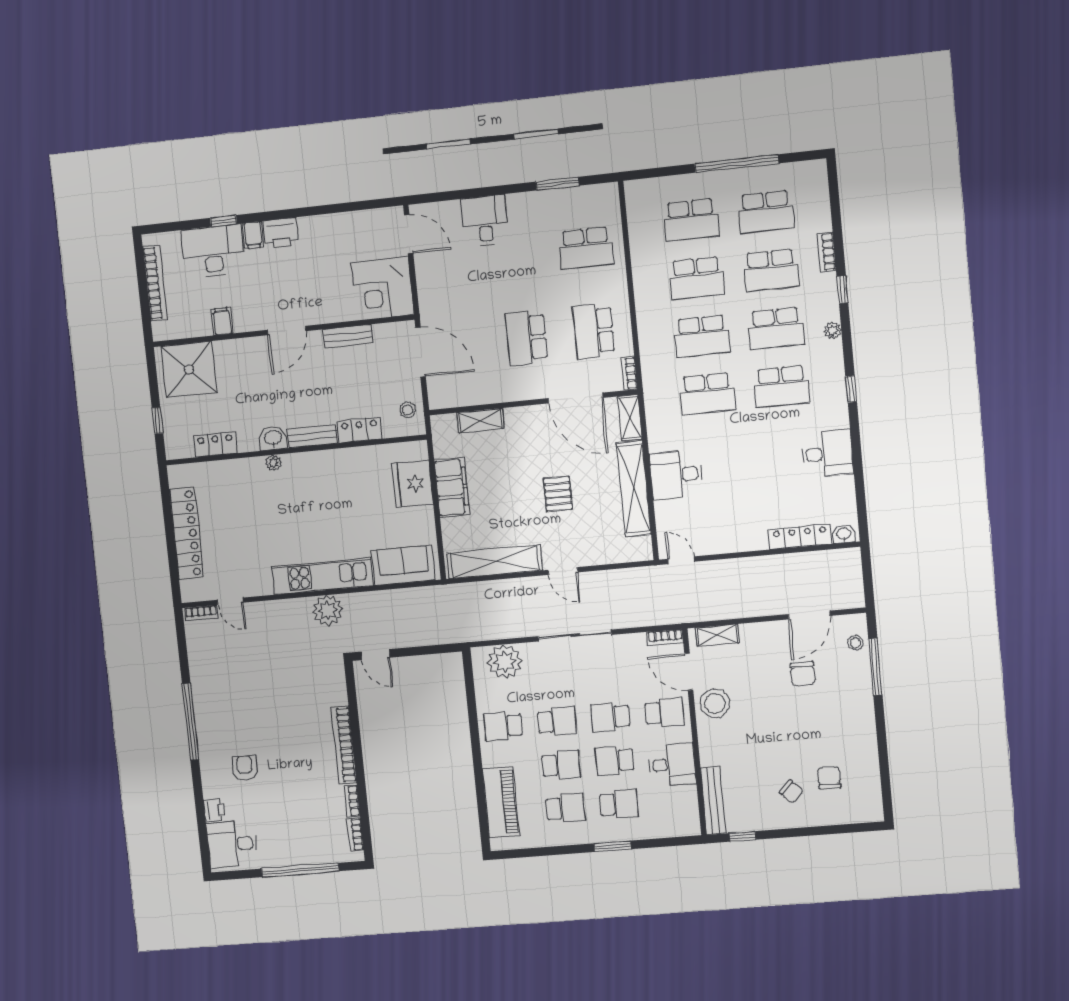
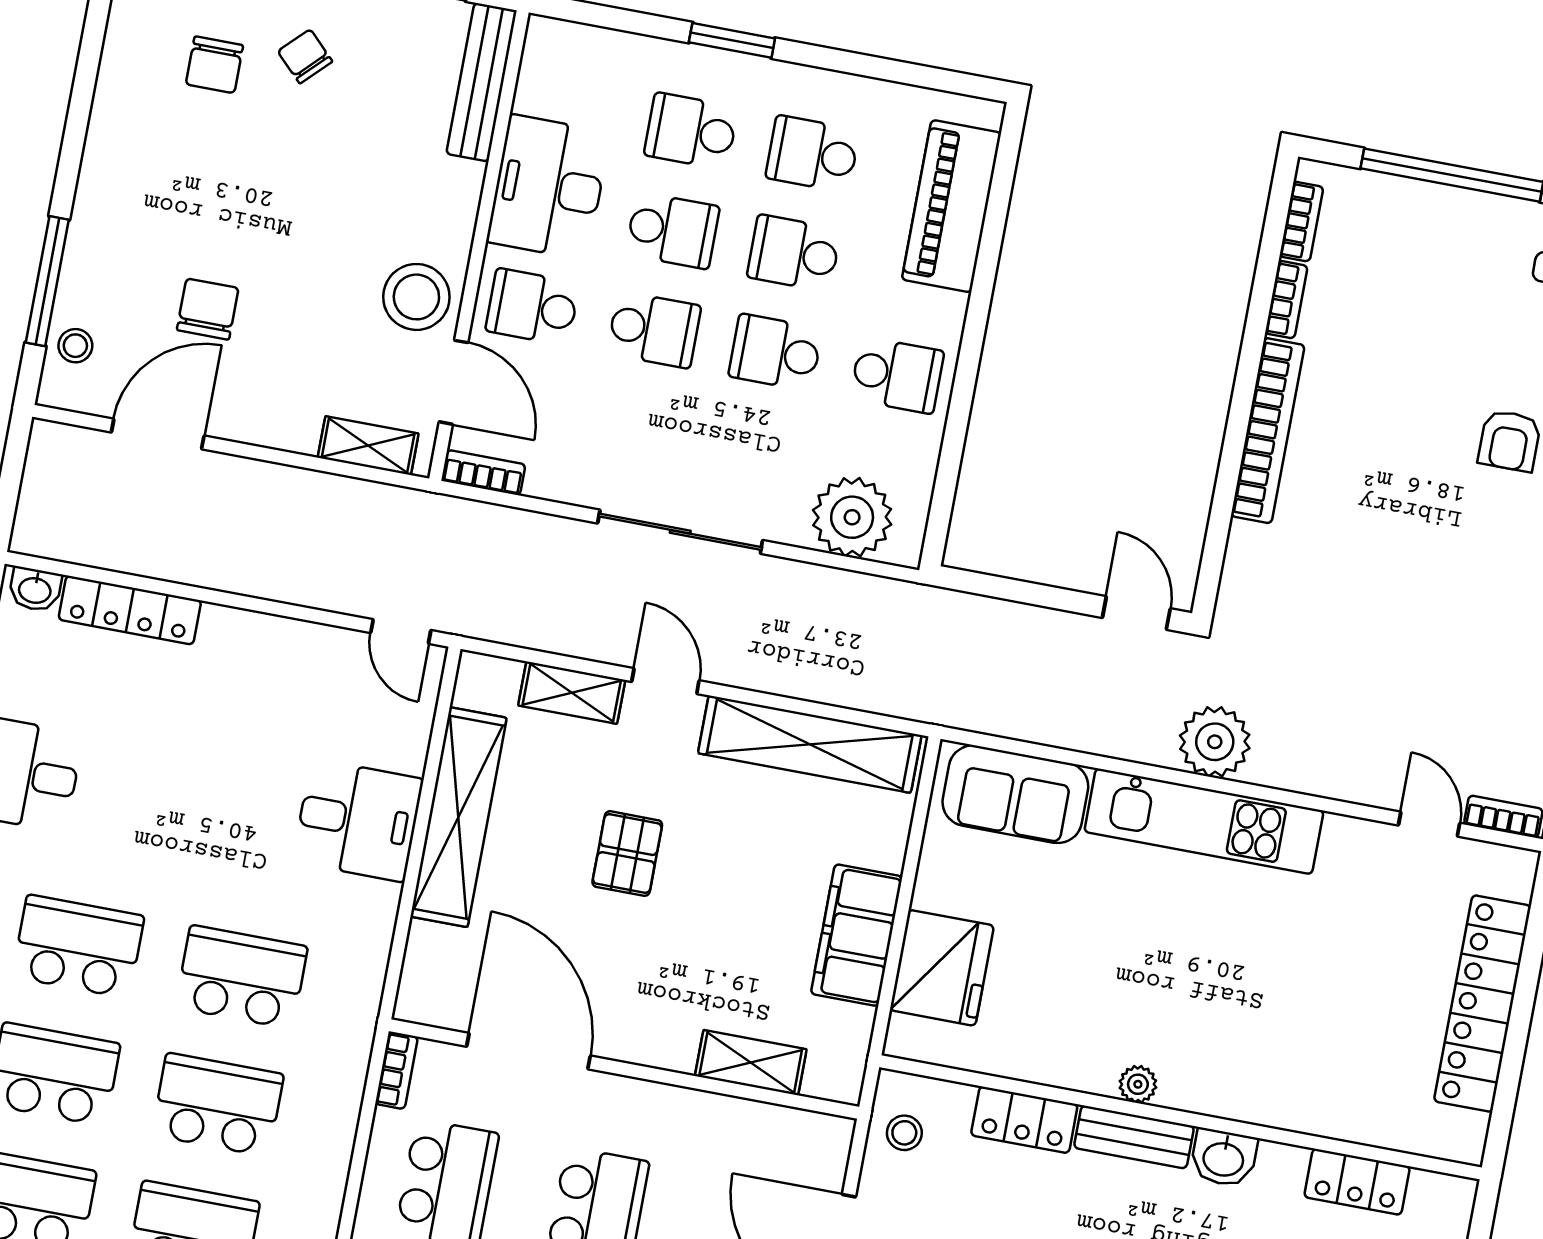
shelving: (630, 418) -> (572, 693), moved, turned 90
plant: (273, 463) -> (1138, 1084), moved
desk: (672, 765) -> (548, 187), width x1.37

